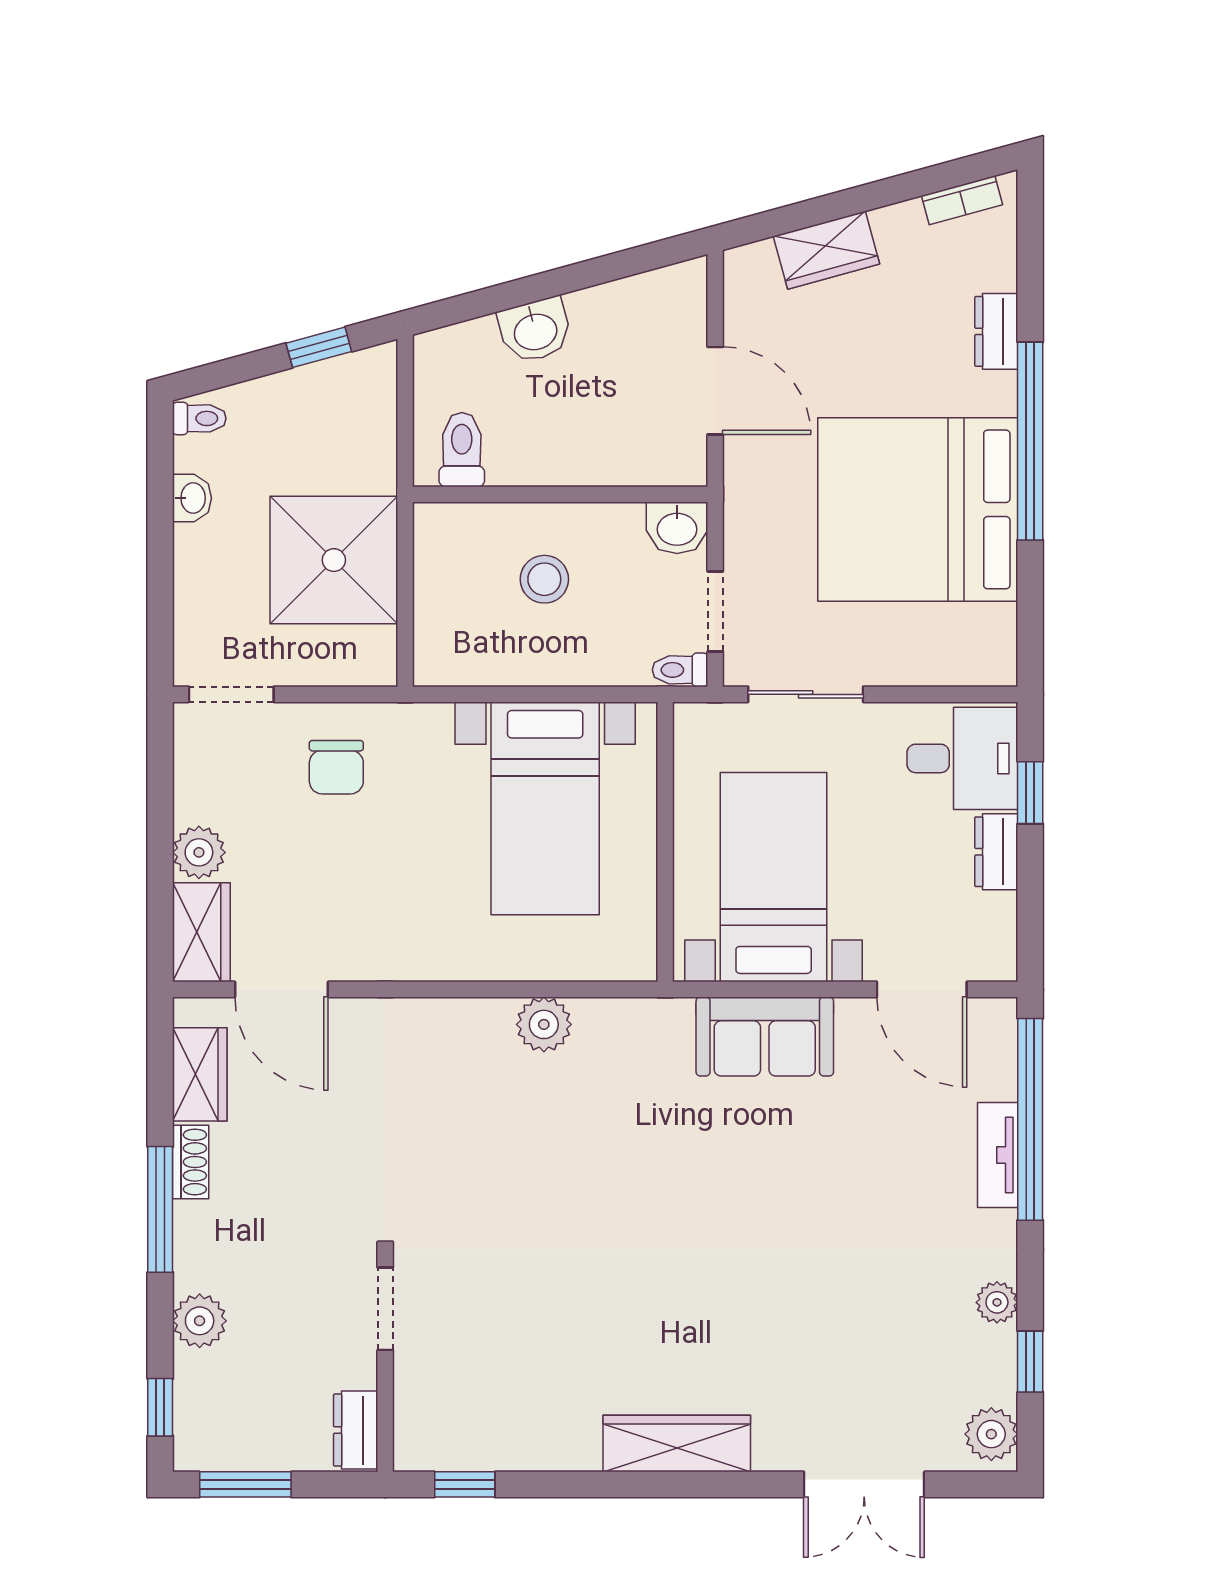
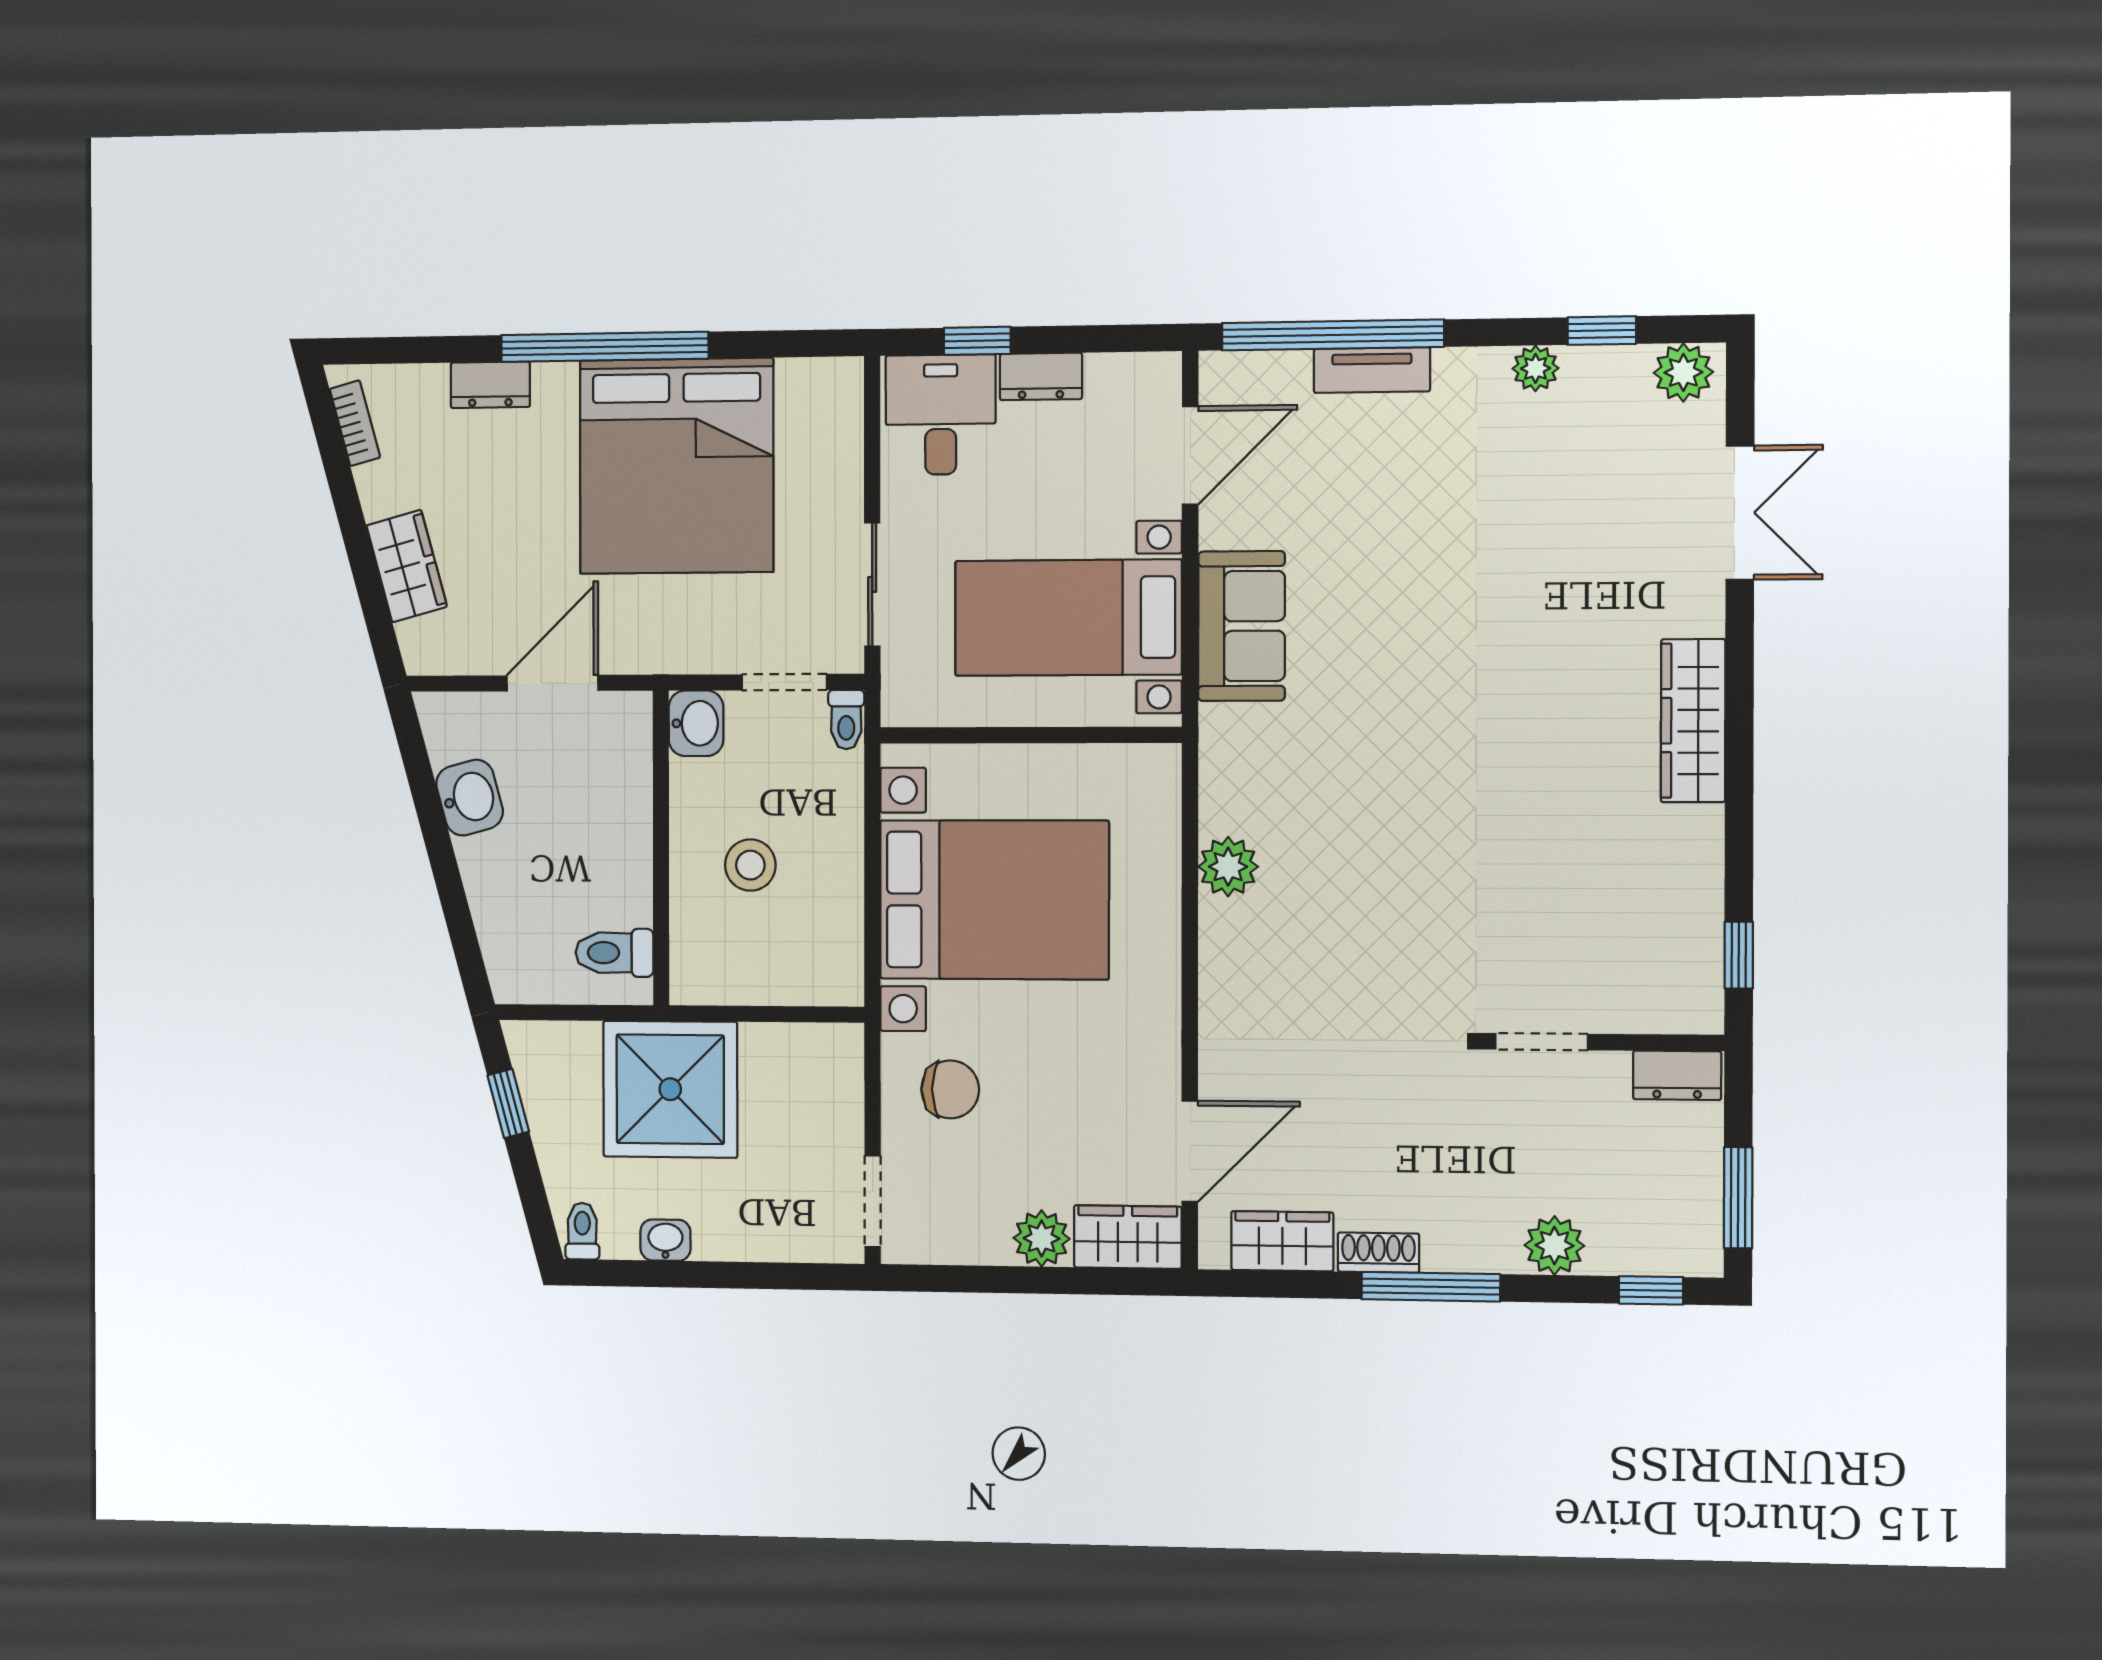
washbasin: (535, 330) -> (470, 798), moved
shower: (334, 560) -> (670, 1089), moved
bed with nightstands: (545, 808) -> (994, 900), width x1.36

